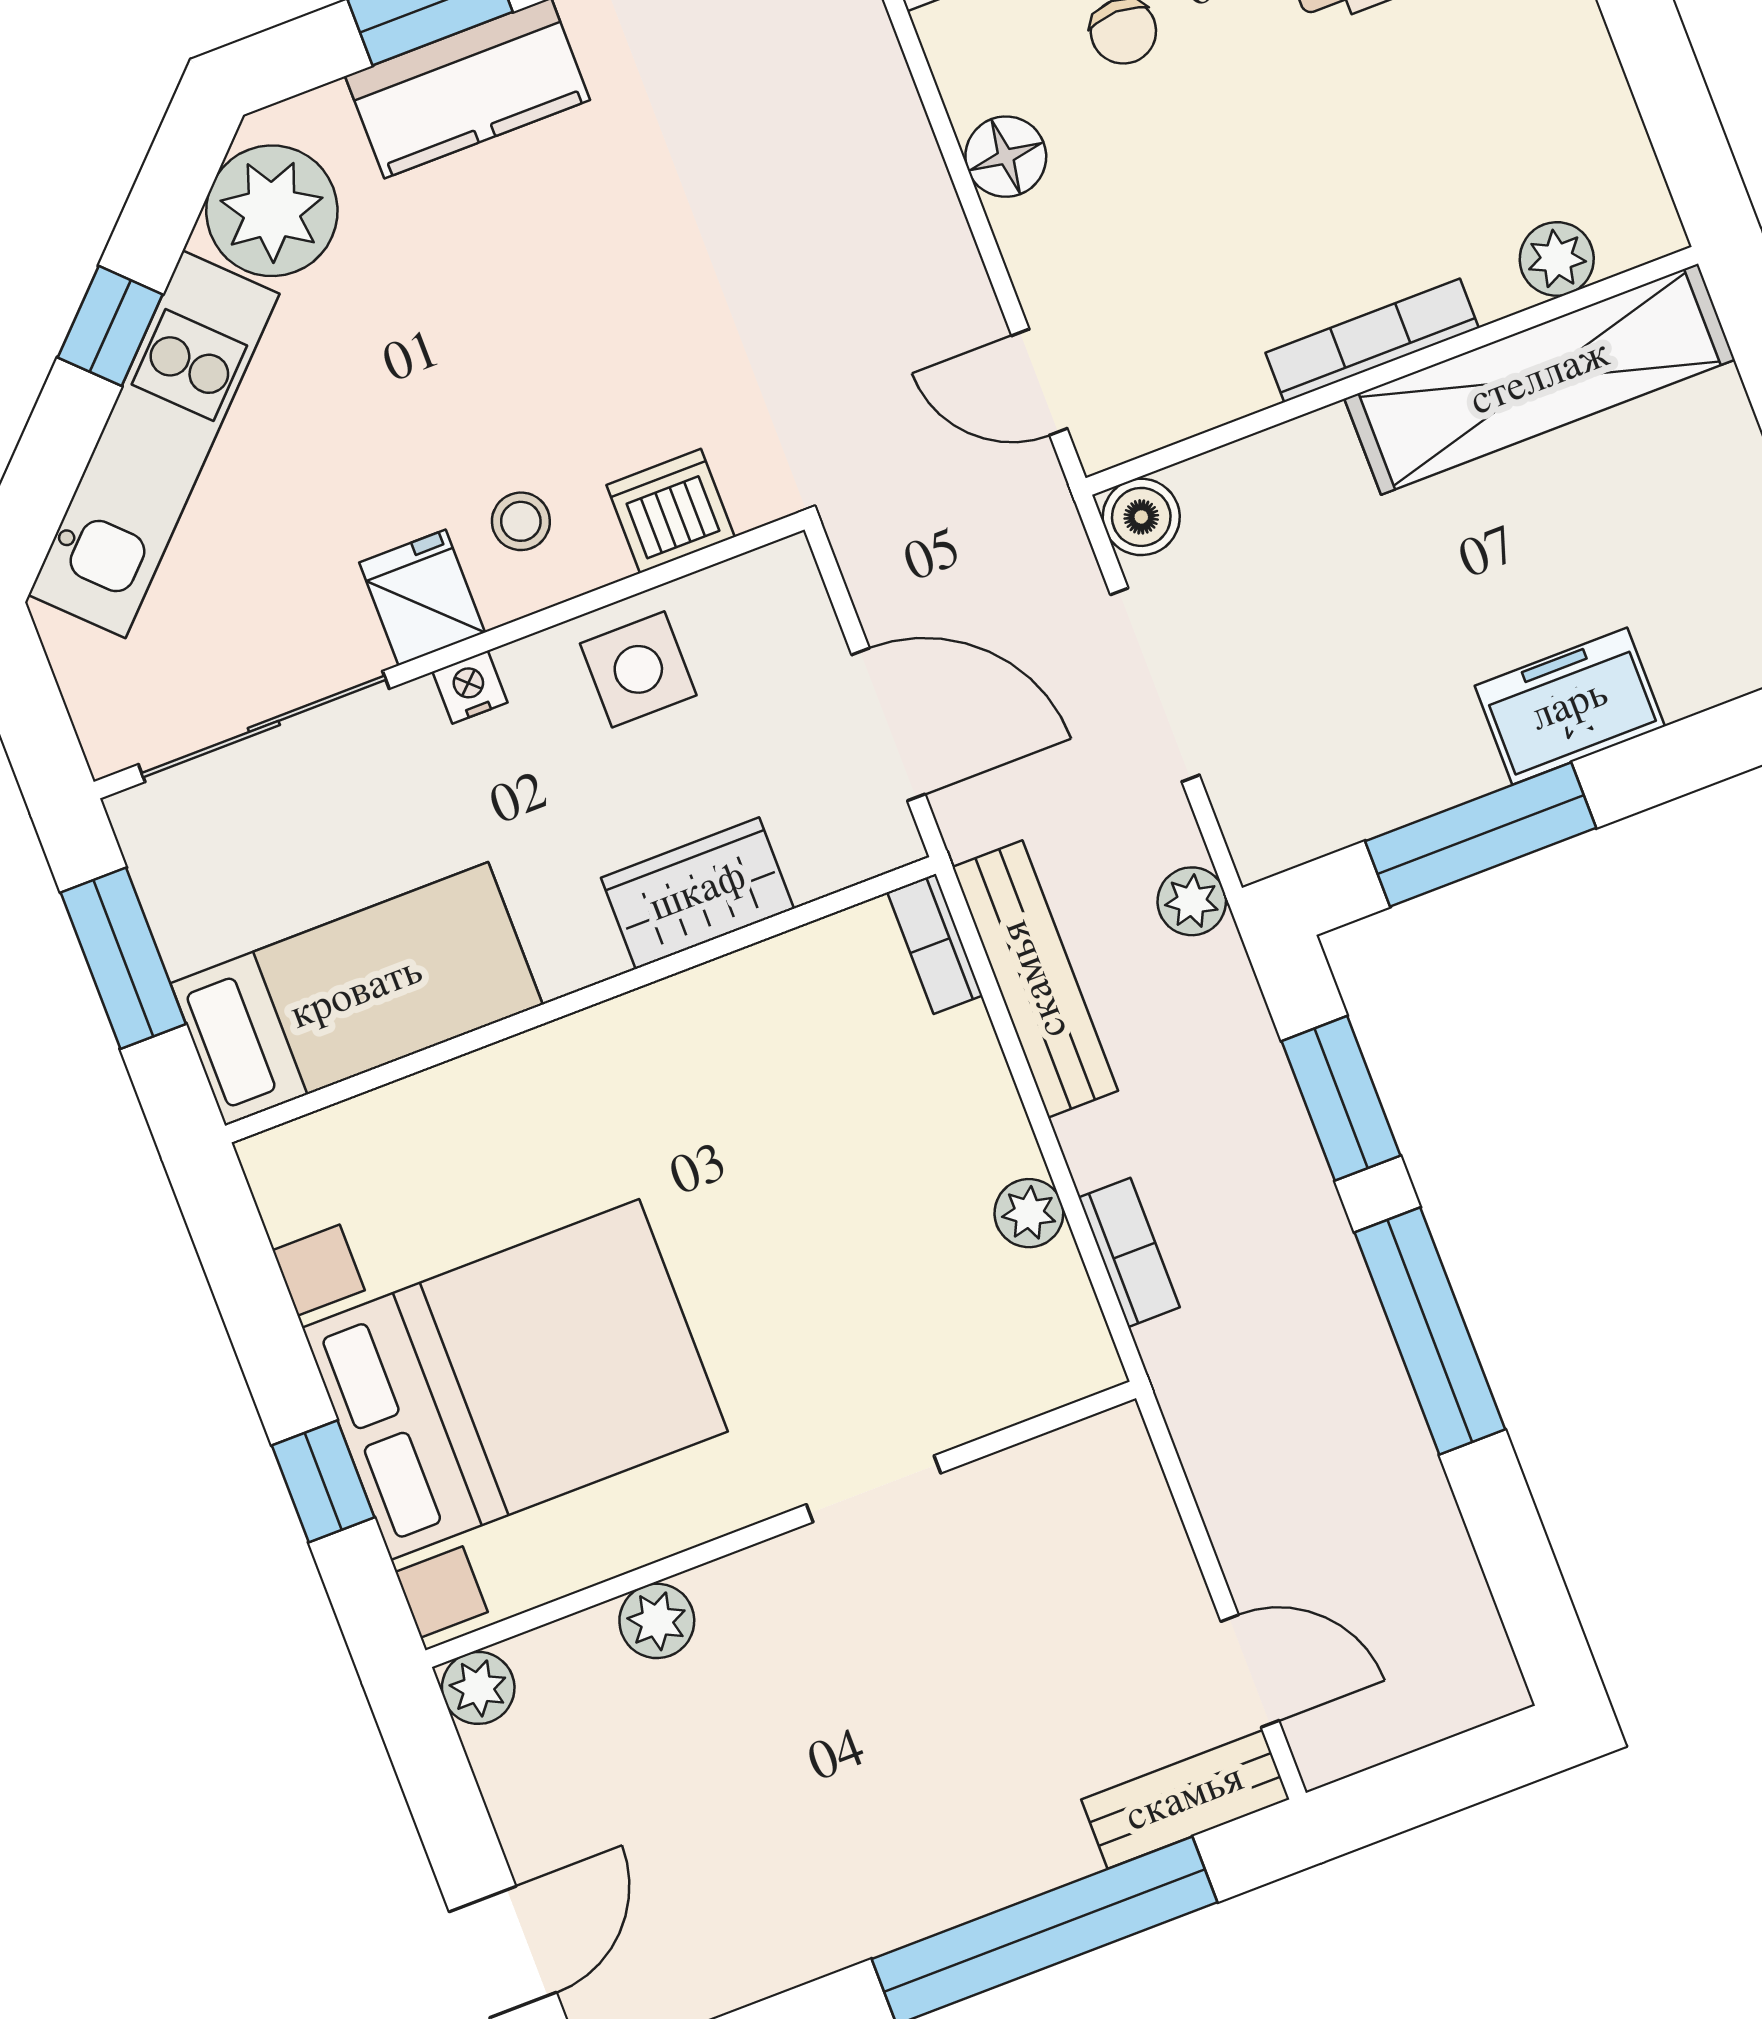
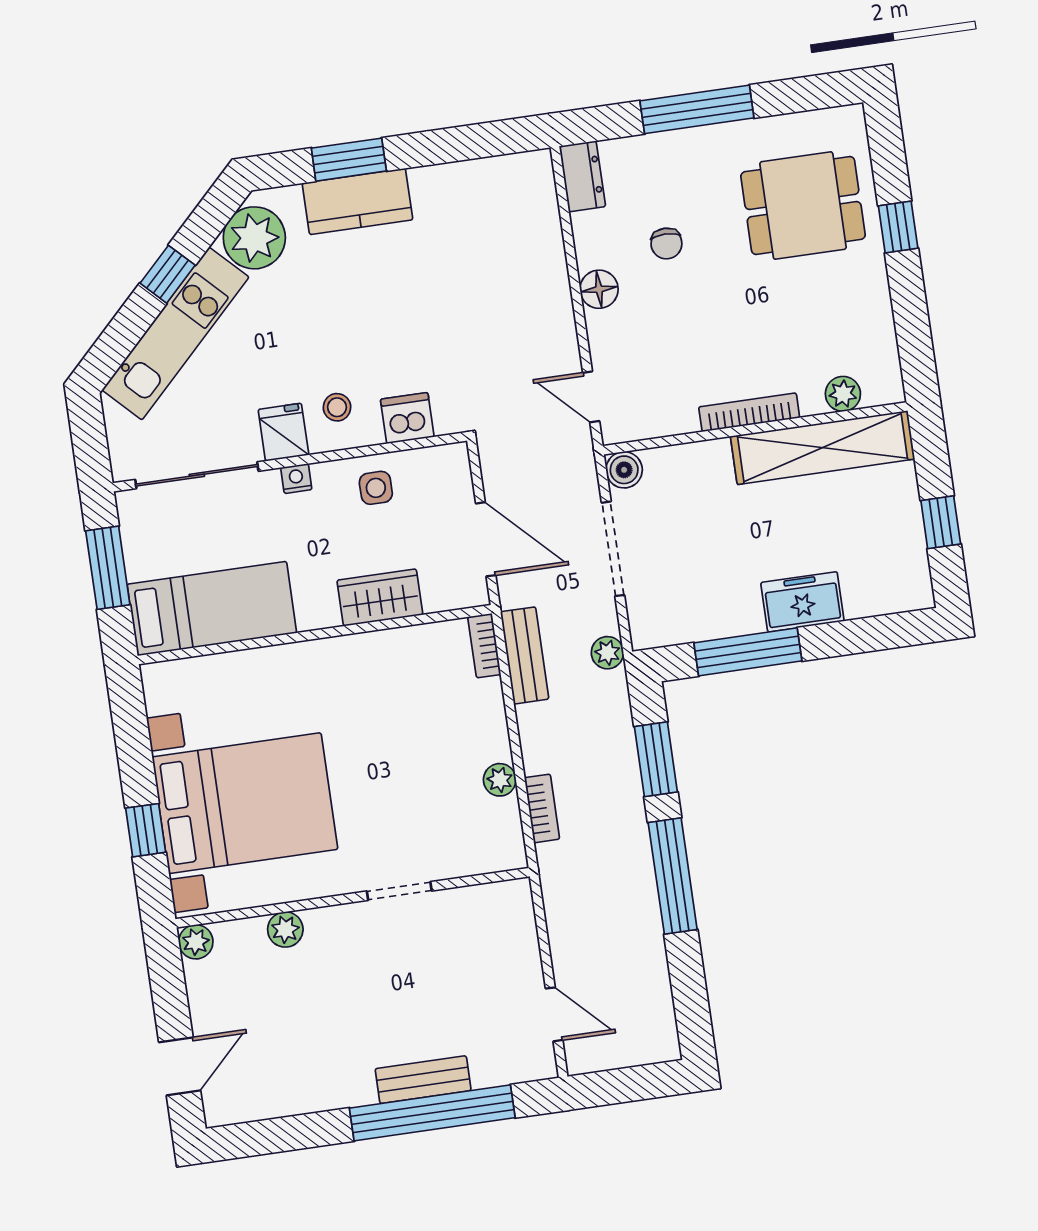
side table: (638, 669) -> (376, 488), width x0.73, depth x0.73
bench: (1035, 979) -> (525, 655), width x0.73
bench: (1185, 1799) -> (423, 1080), moved

